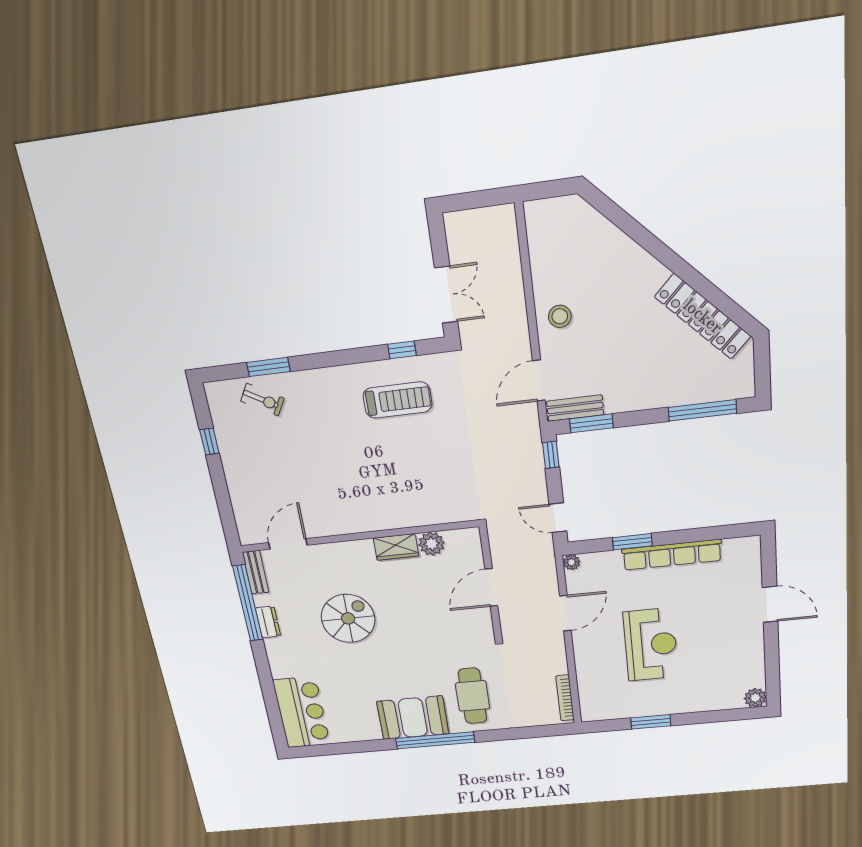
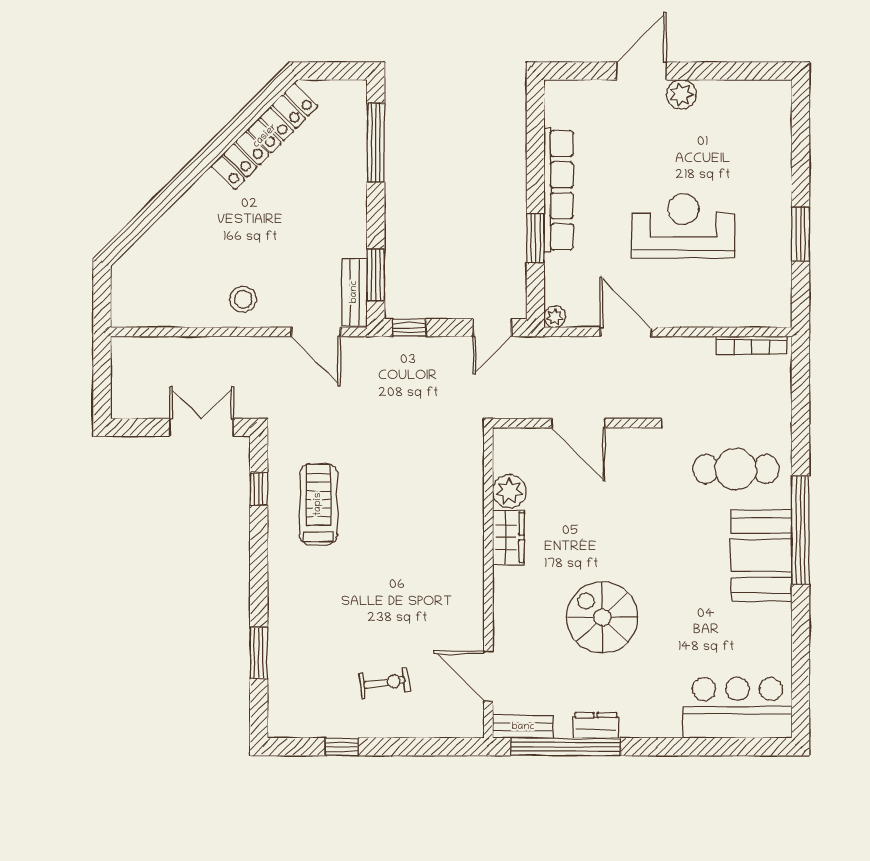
exercise bike: (263, 400) -> (384, 683), moved, turned 52
plant: (755, 698) -> (681, 94), moved

